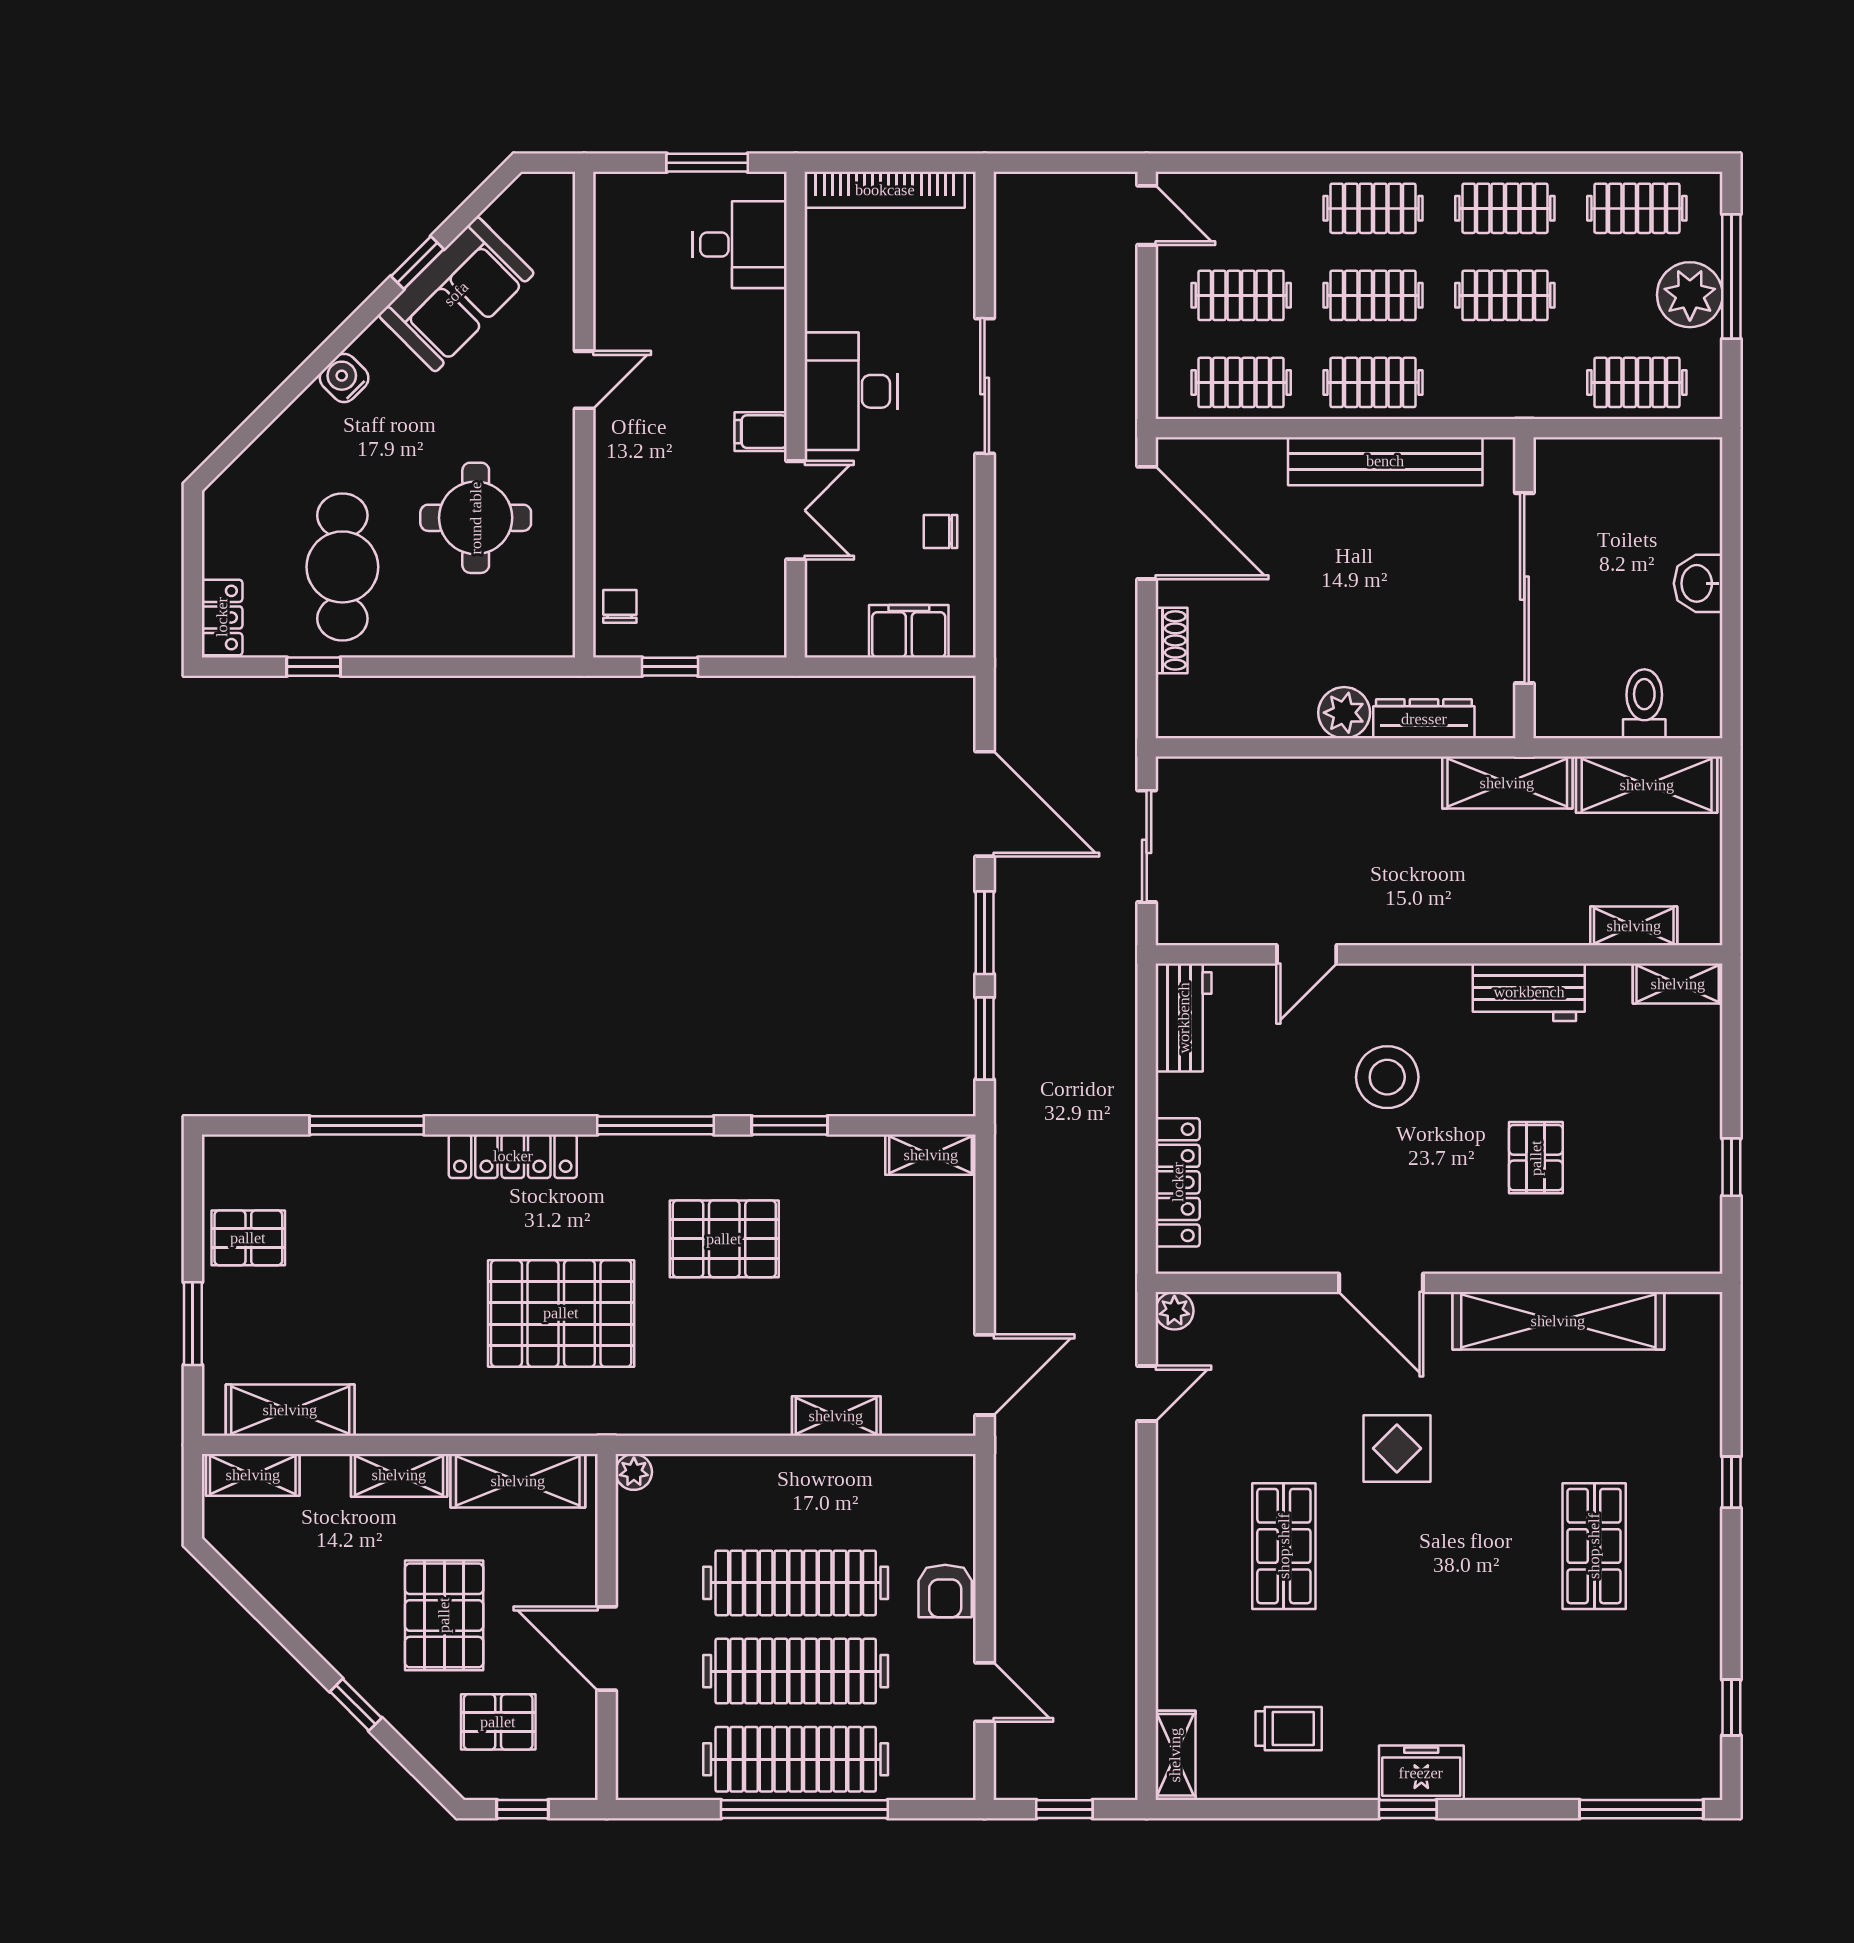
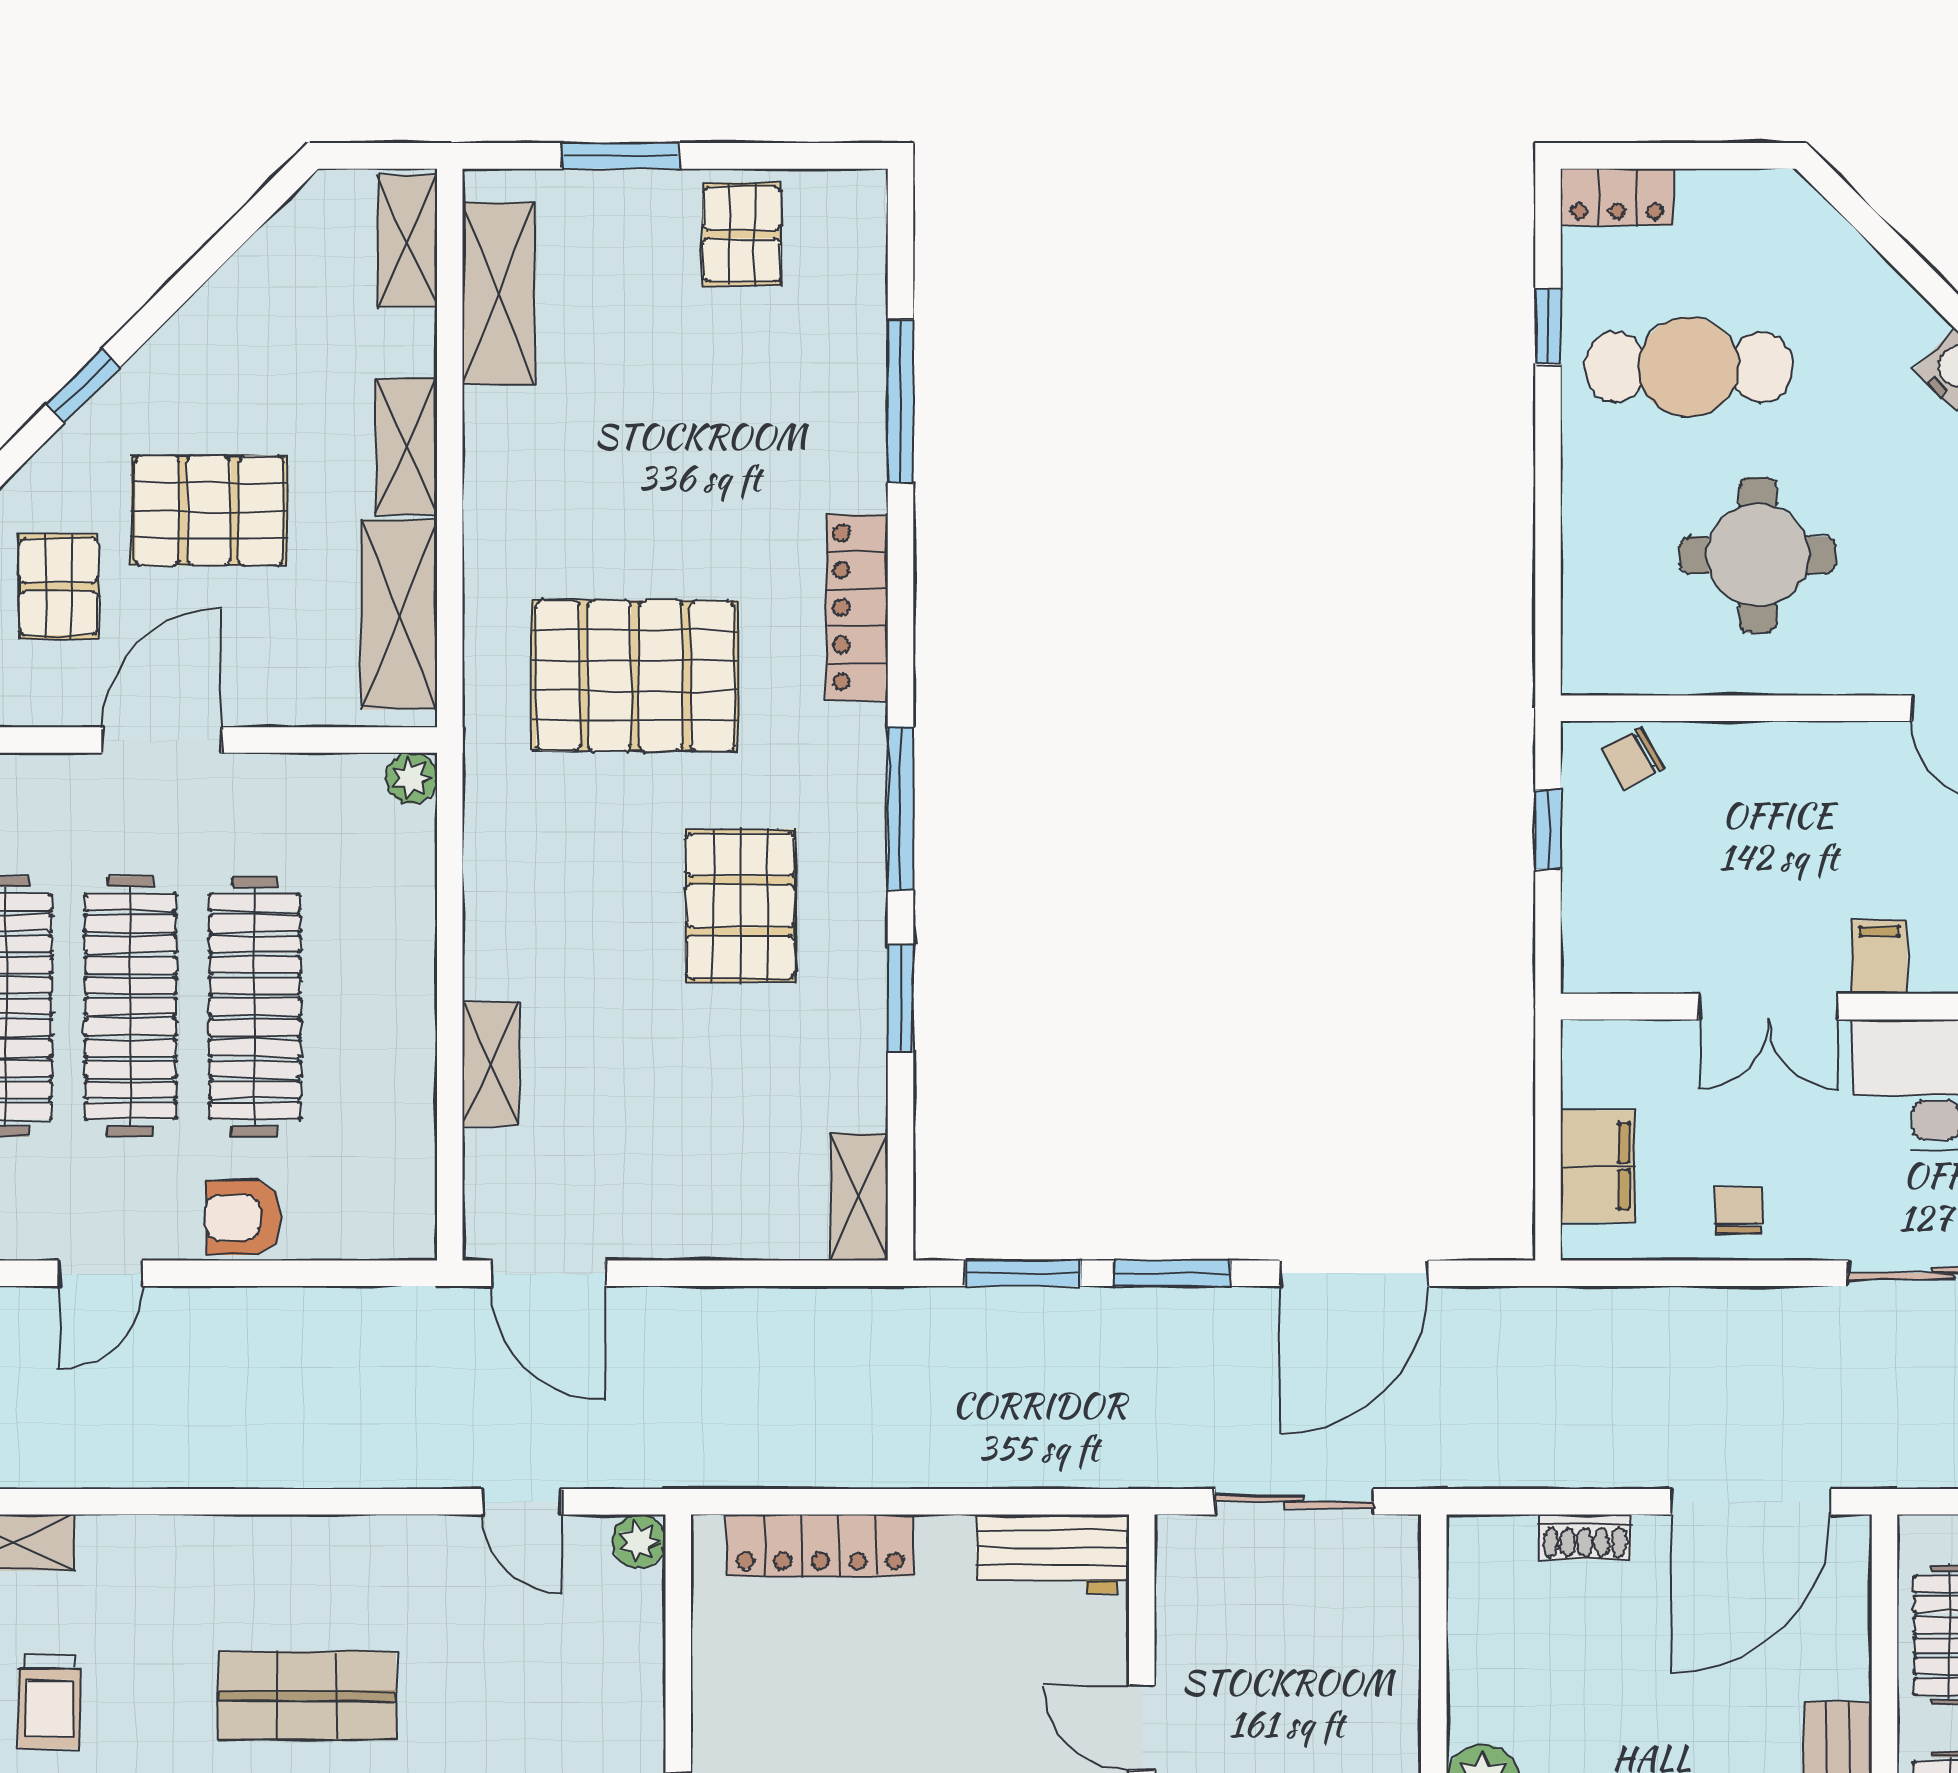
chair: (620, 606) -> (1633, 758), turned 151
pallet: (561, 1313) -> (635, 676), turned 90

